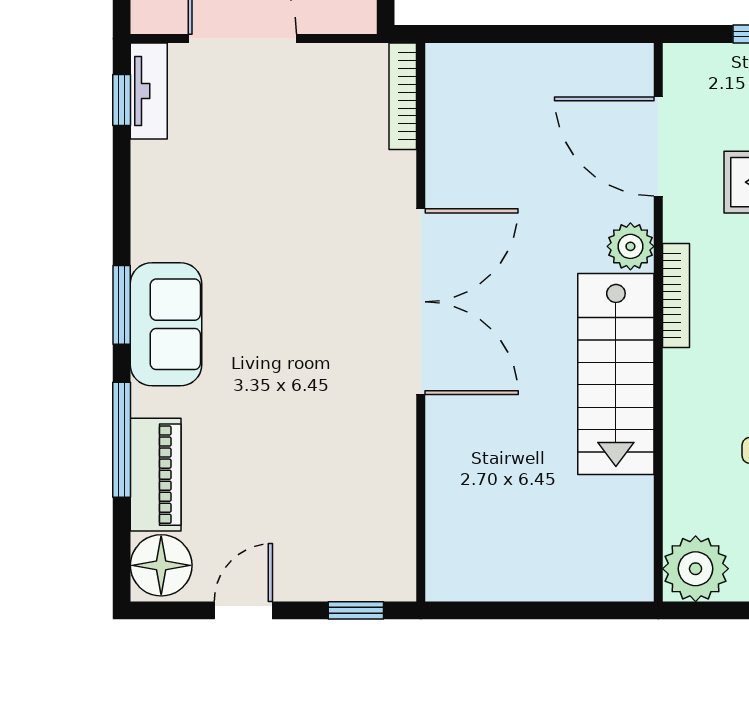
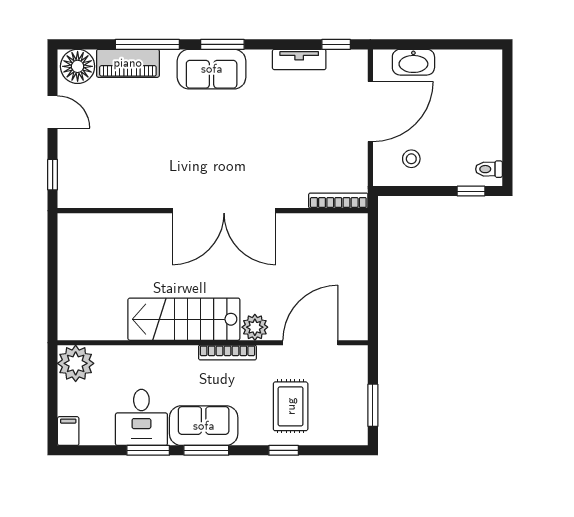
tv unit: (149, 91) -> (299, 59), moved

